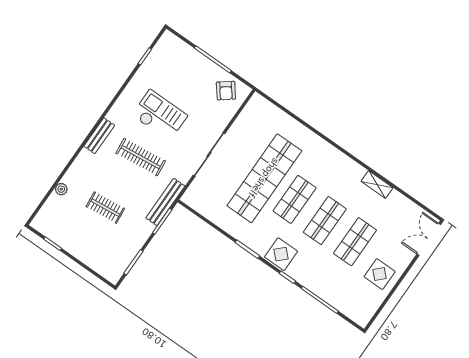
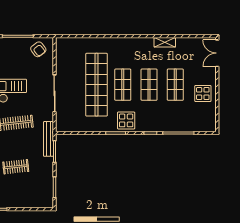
display table: (281, 254) -> (126, 120), moved

